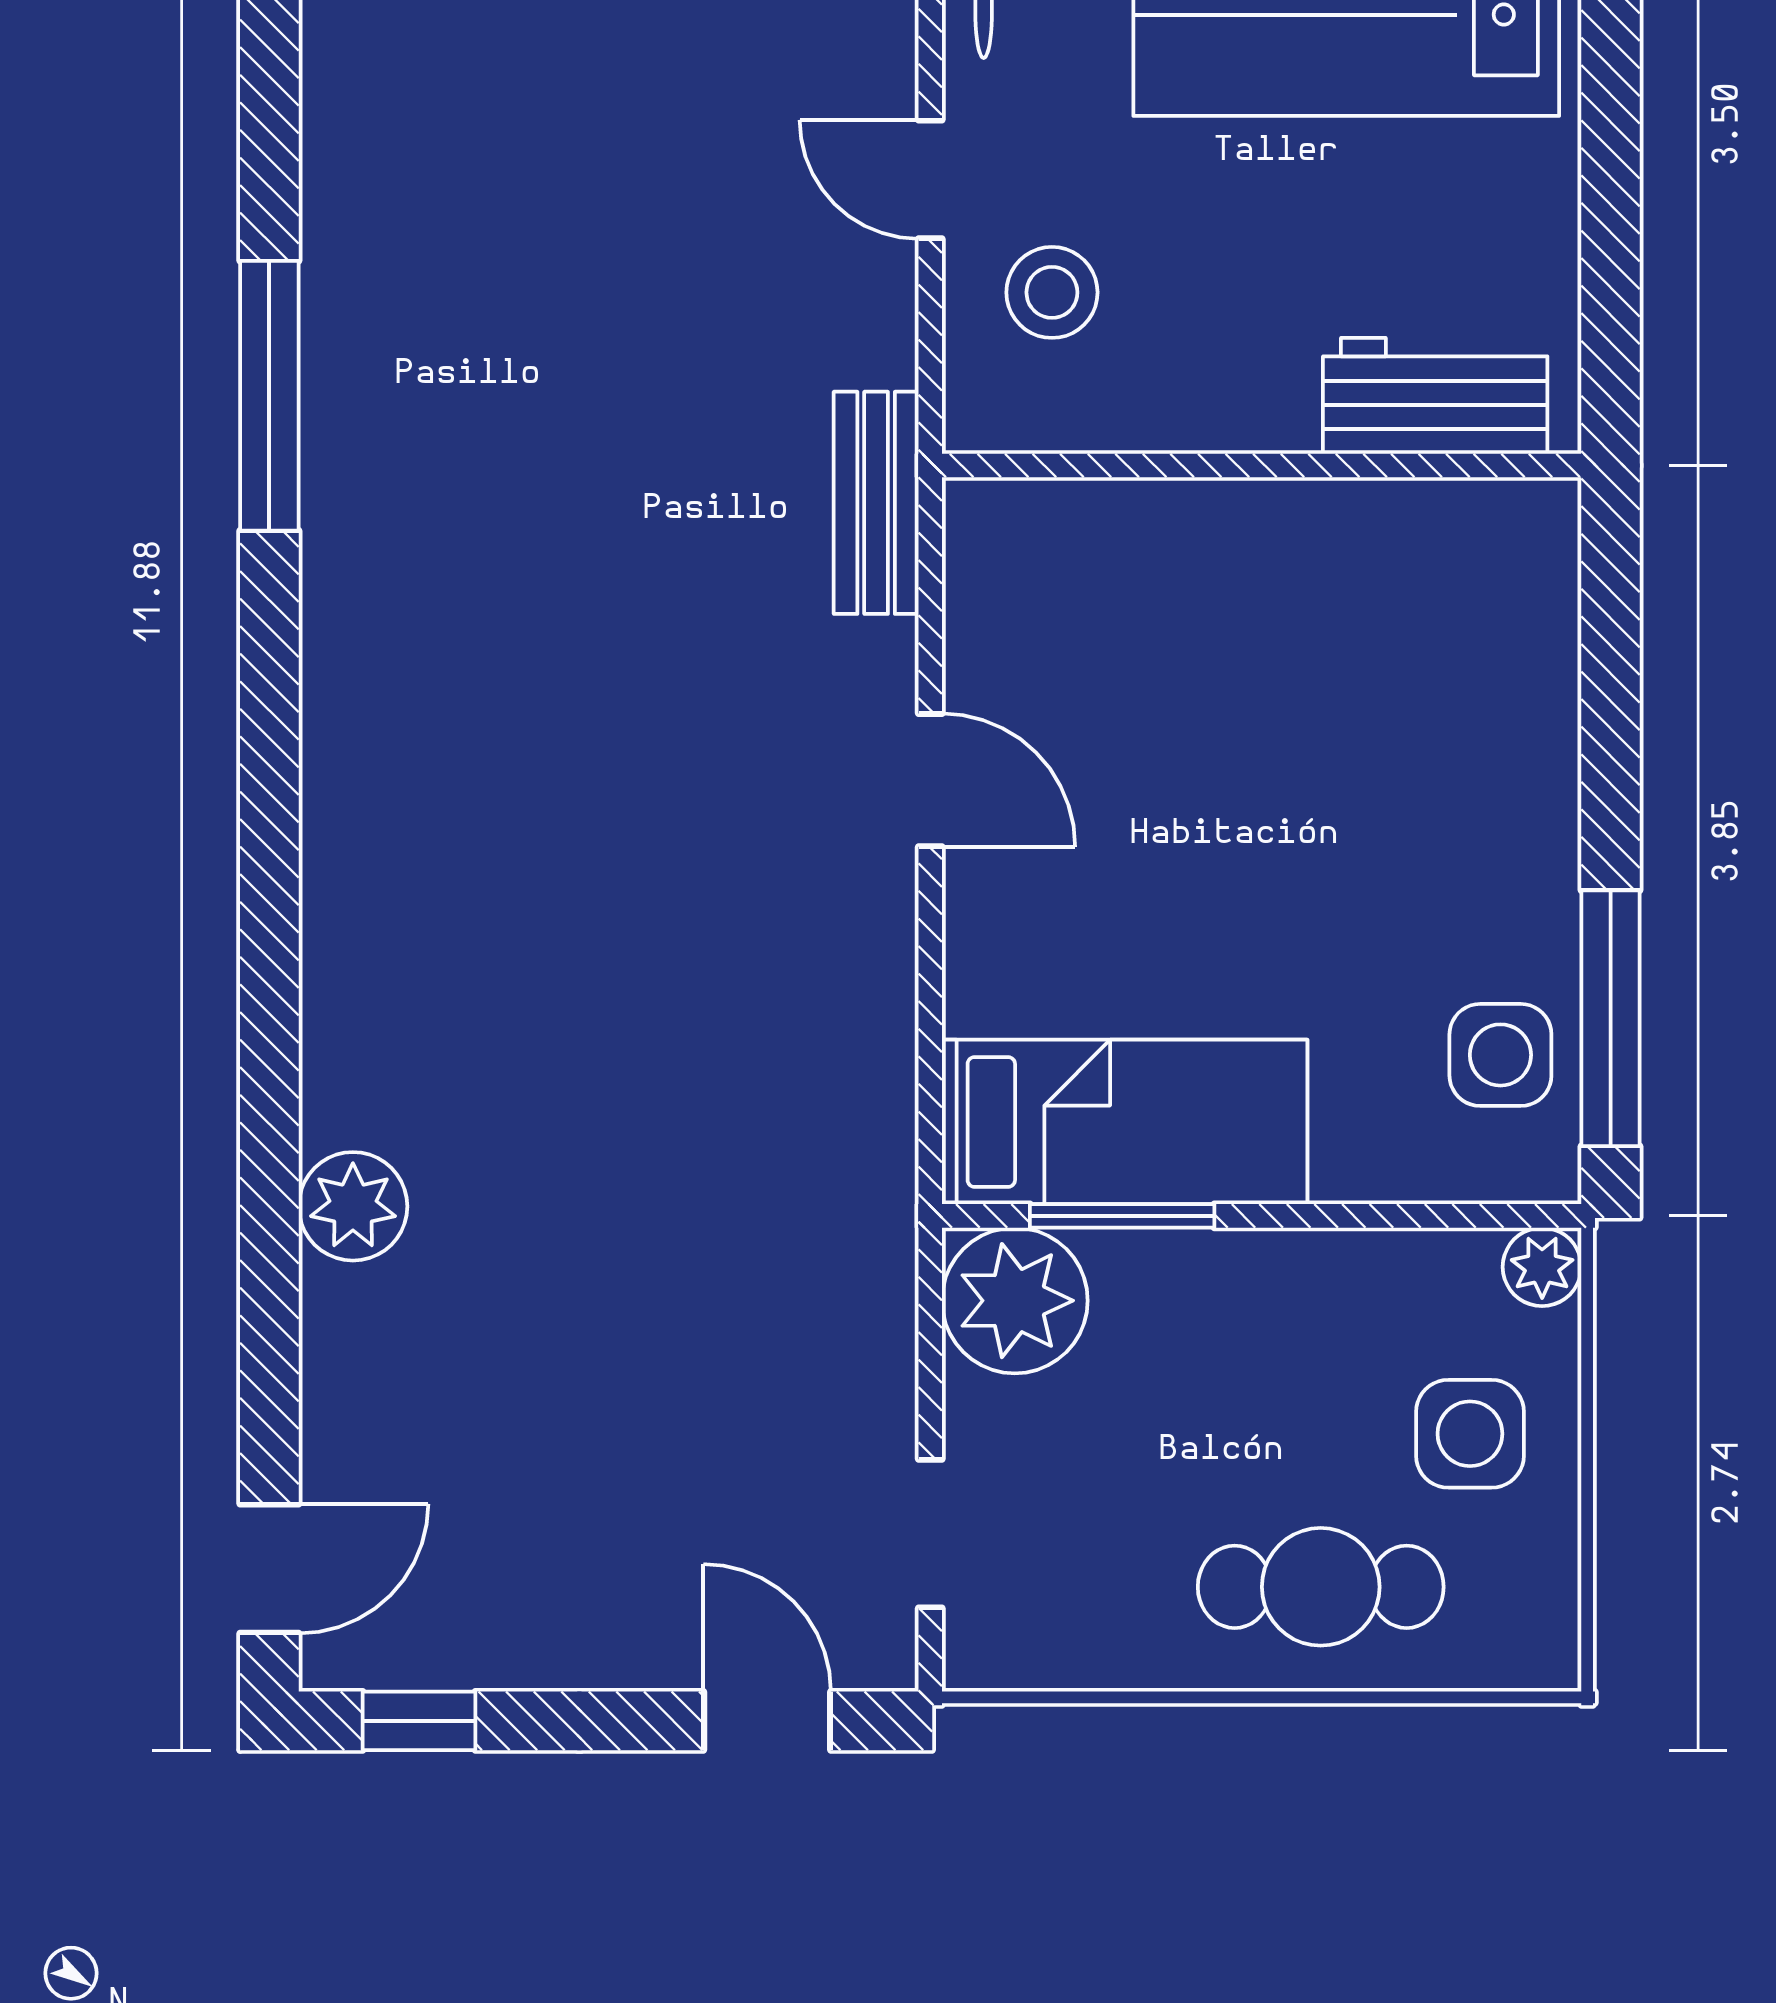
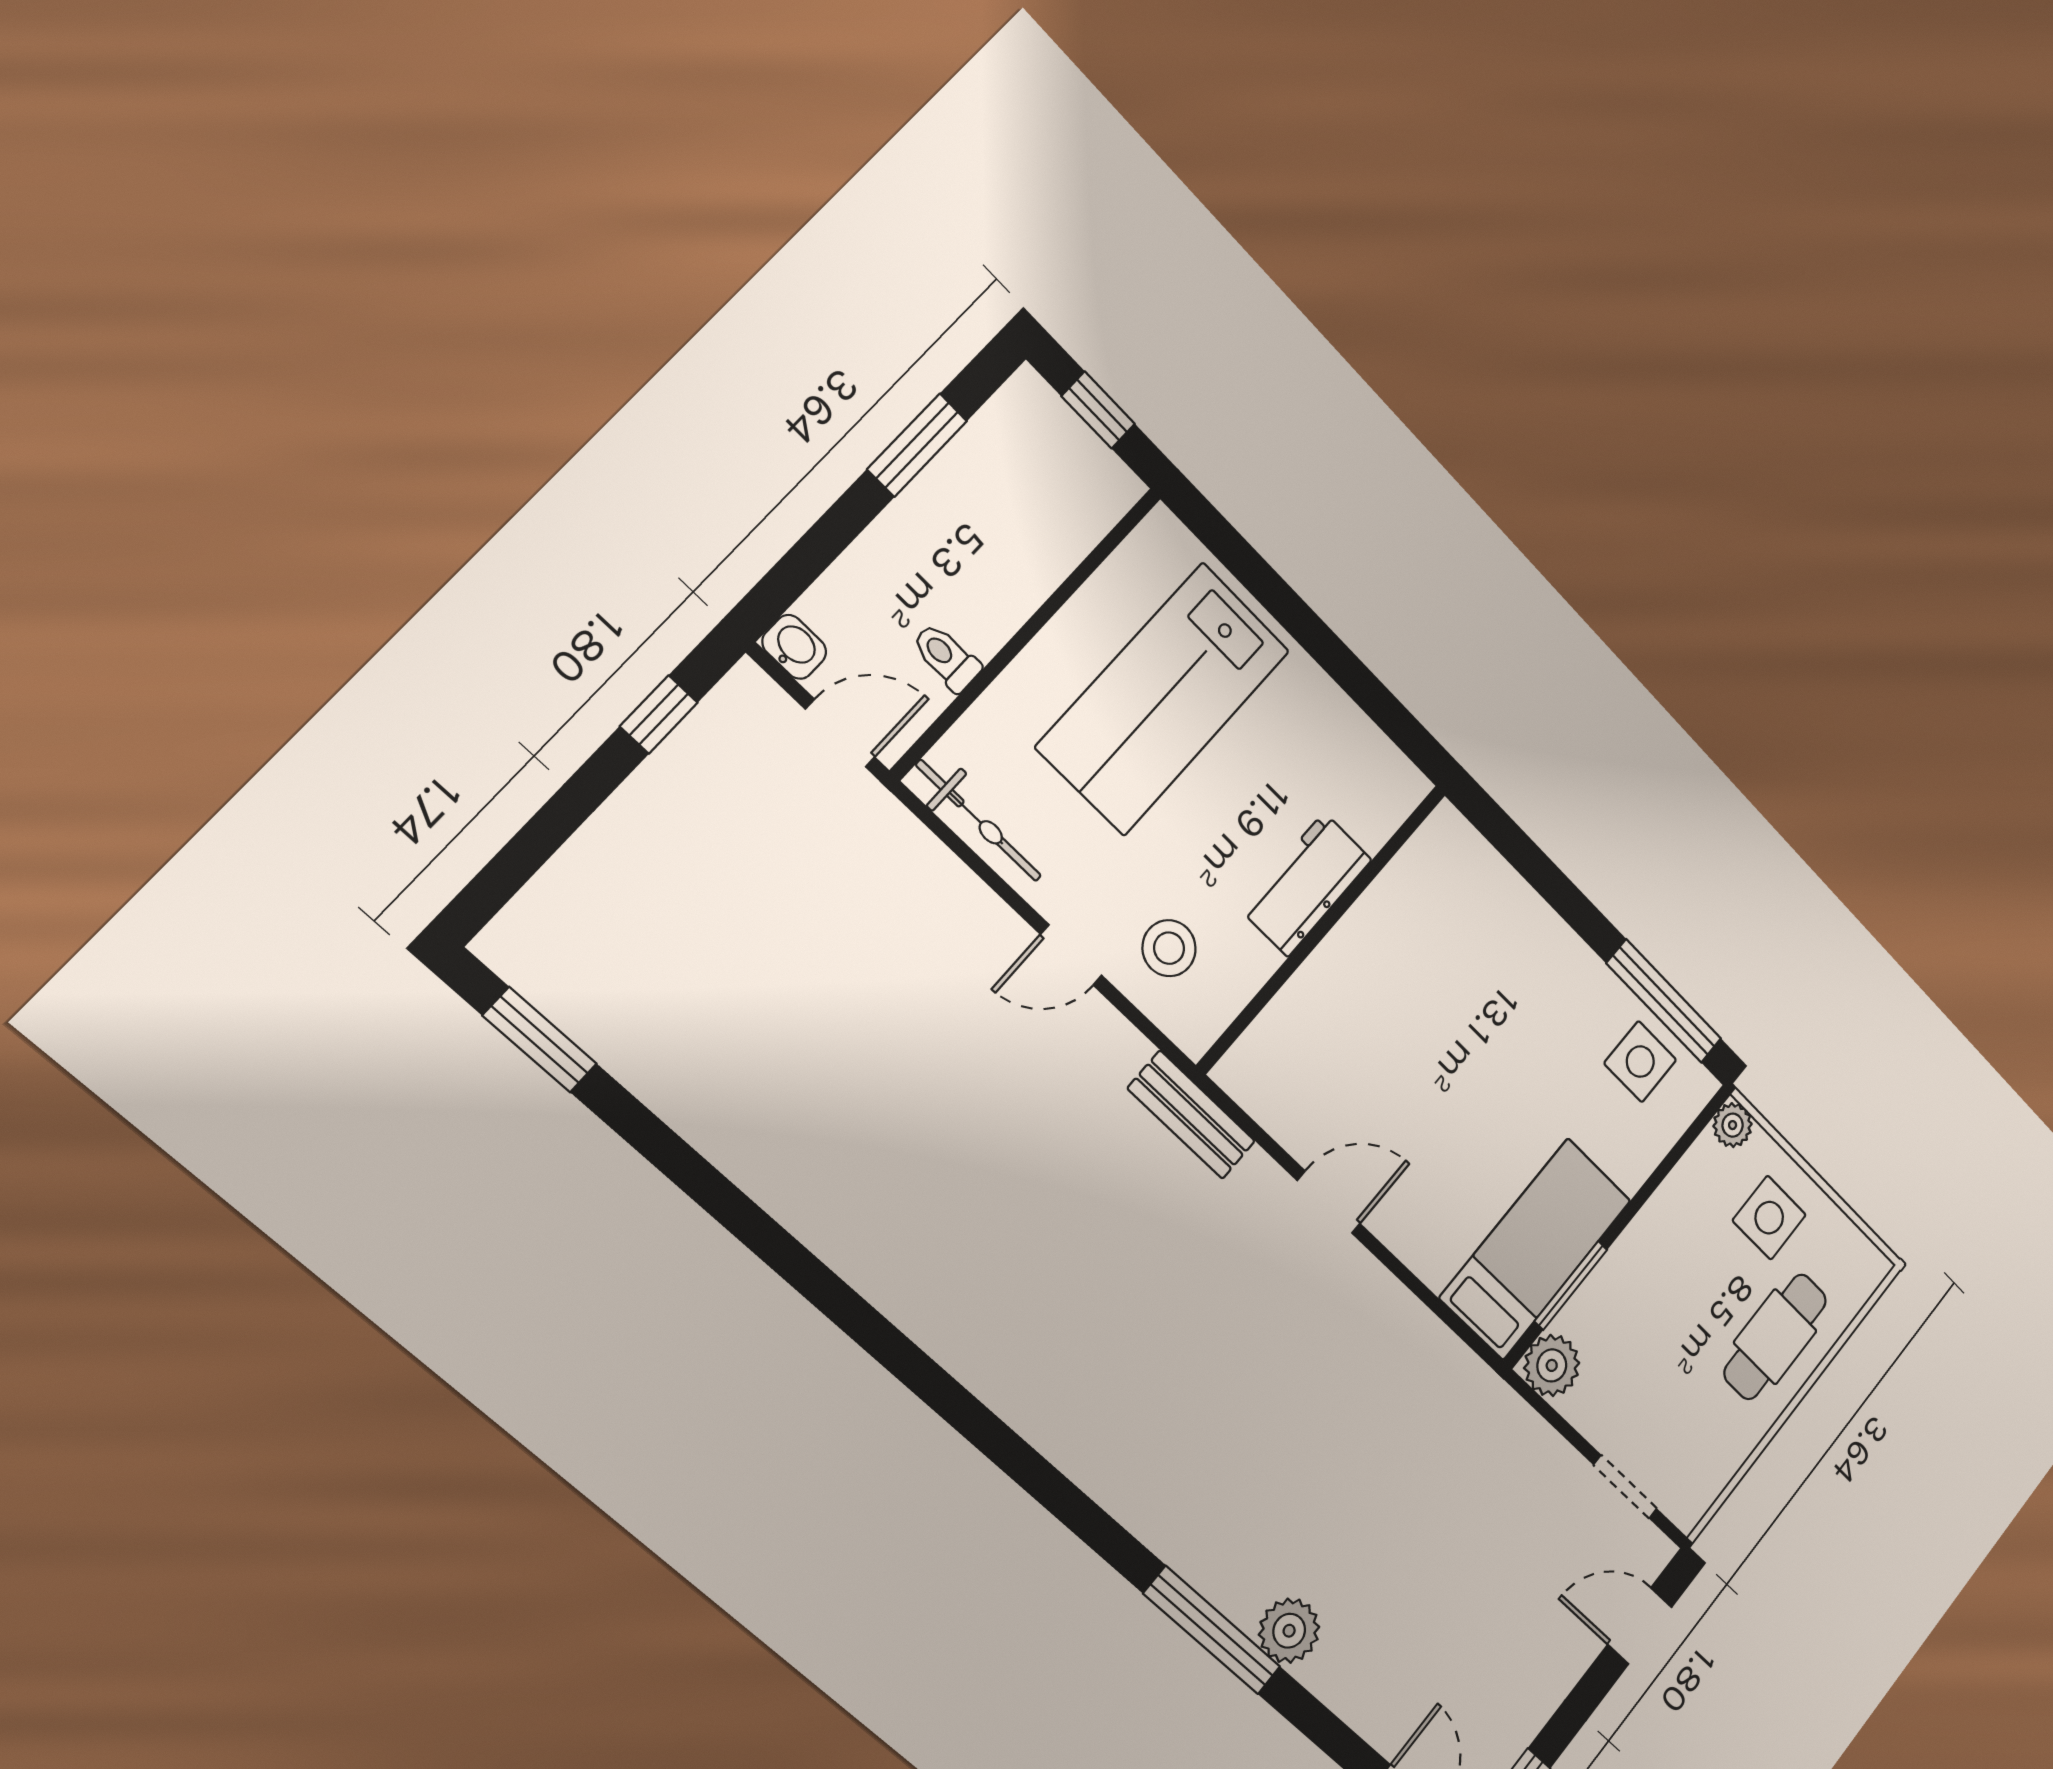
window: (269, 396) -> (1212, 1630), moved
workbench: (1435, 396) -> (1306, 884), moved
plant: (1015, 1301) -> (1552, 1365), width x0.73, depth x0.73

